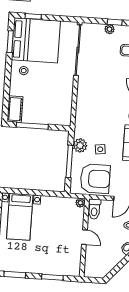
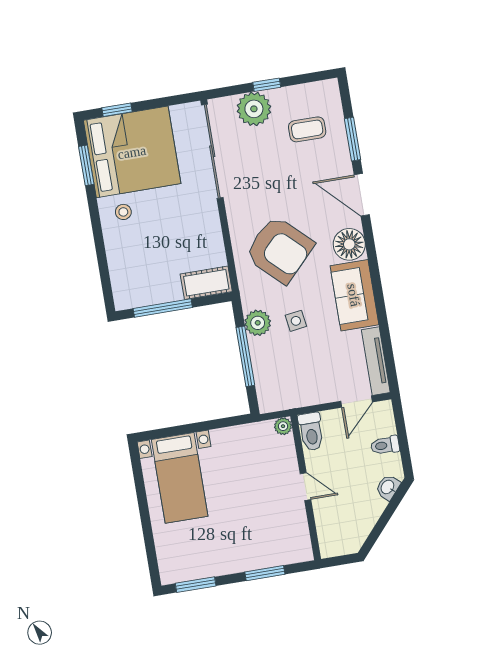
plant: (110, 29) -> (254, 109), width x1.87, depth x1.87
cot: (15, 109) -> (206, 283), moved, turned 90
armchair: (95, 179) -> (279, 250), moved, turned 44

